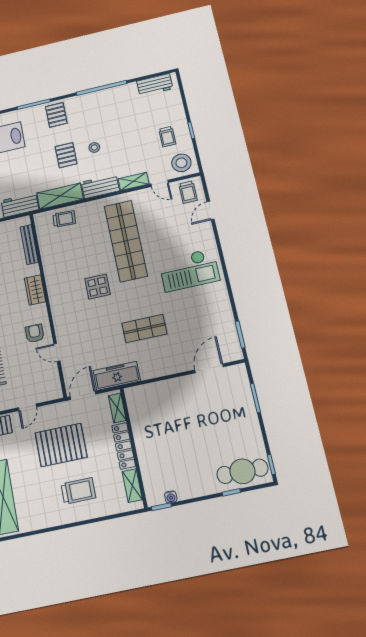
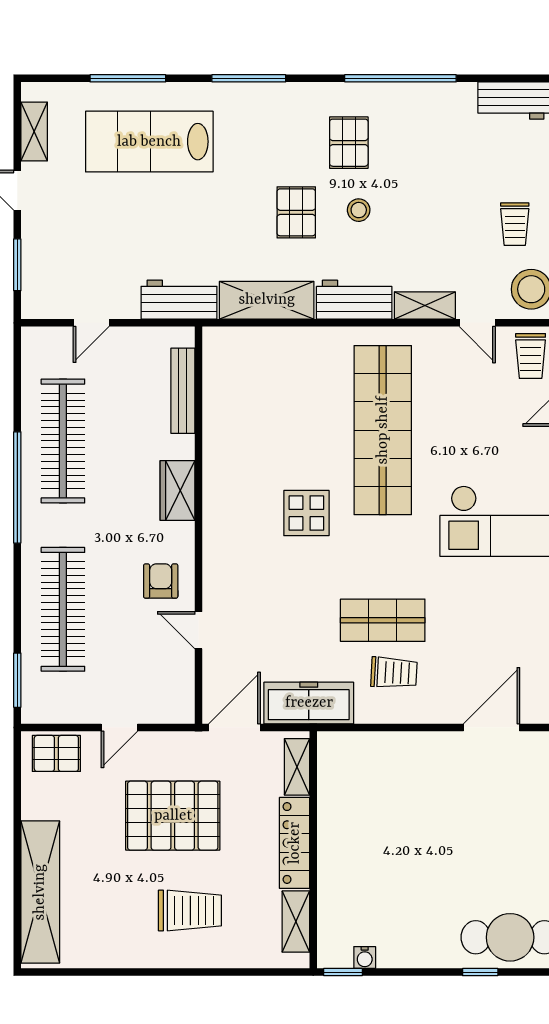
pallet: (56, 115) -> (349, 143), moved
trolley: (64, 219) -> (394, 673), moved

